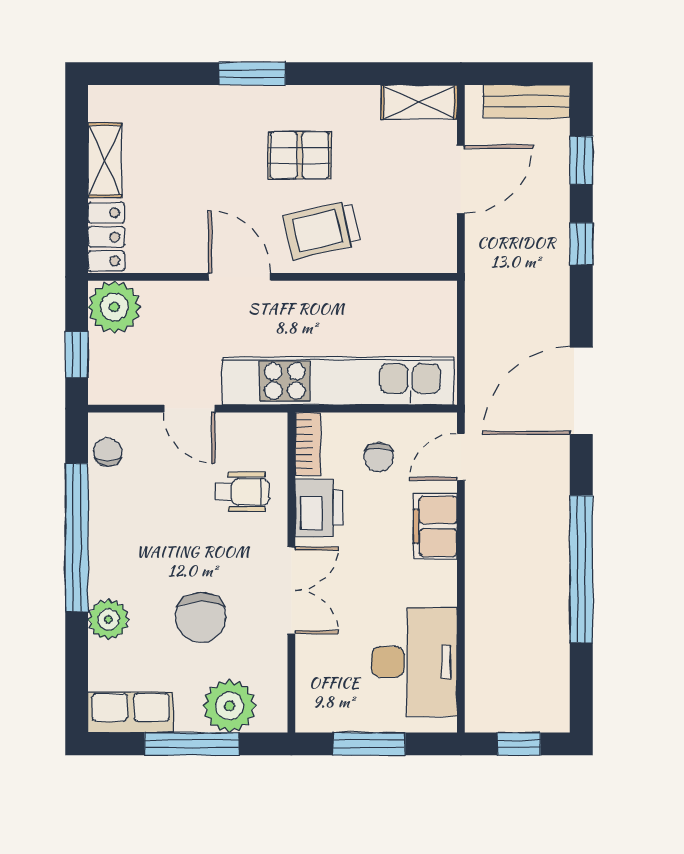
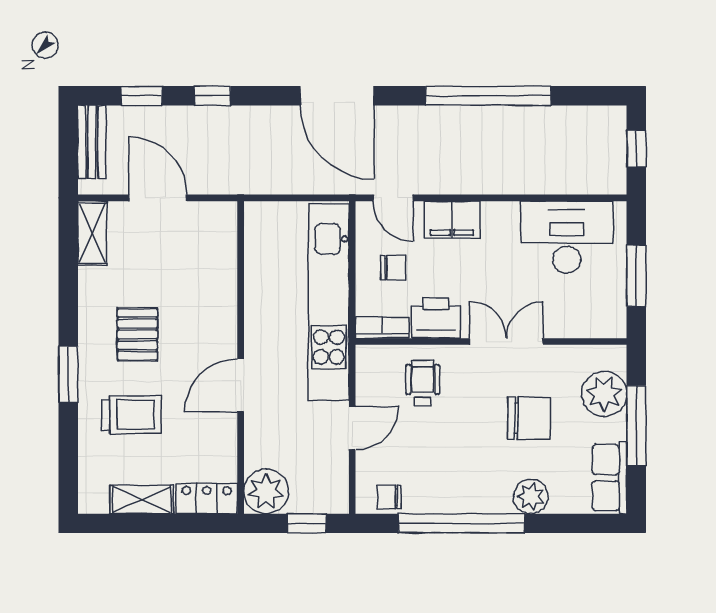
trolley: (322, 230) -> (131, 415), moved, turned -77

